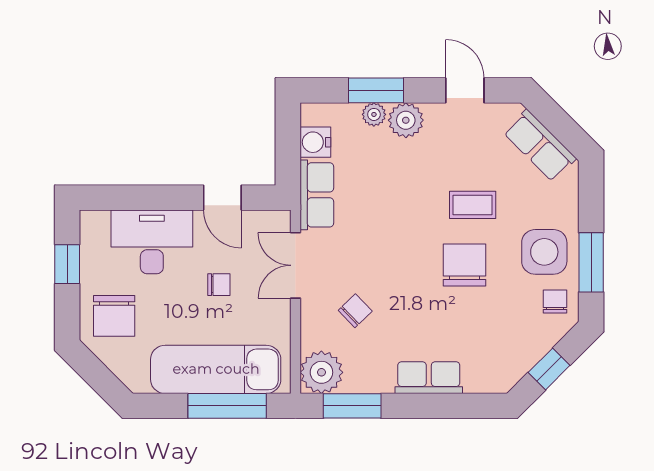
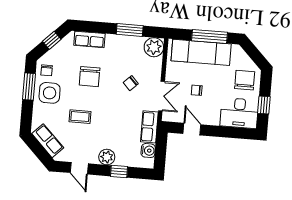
window: (376, 90) -> (119, 171), width x0.67
plant: (374, 114) -> (121, 161), removed
desk: (152, 242) -> (239, 113), moved
chair: (465, 265) -> (90, 77), moved
chair: (355, 311) -> (131, 83), moved
row of seats: (429, 378) -> (89, 39), moved
window: (227, 406) -> (210, 37), moved
window: (352, 406) -> (130, 30), moved

